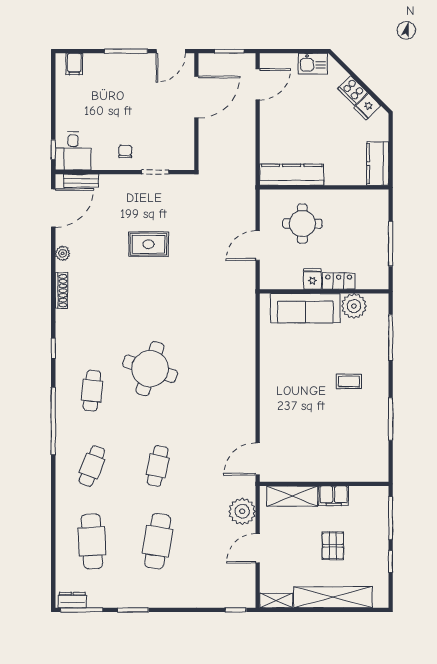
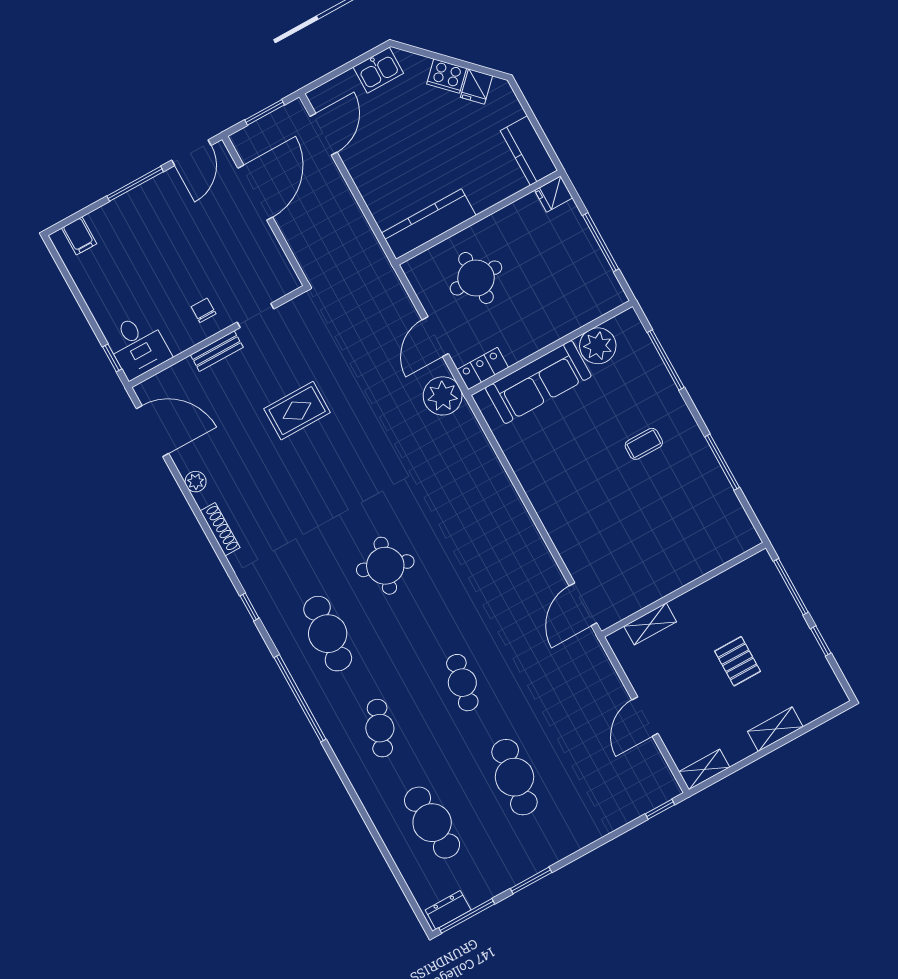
bench: (81, 181) -> (217, 351), moved
door: (53, 208) -> (152, 431), hinge flipped
fridge: (312, 279) -> (554, 194), moved, turned -90
locker: (339, 281) -> (483, 369), moved
round table: (150, 369) -> (385, 566), width x0.73, depth x0.73
cafe table: (92, 391) -> (328, 634), width x1.37, depth x1.35
shelving: (292, 496) -> (650, 624), width x0.67, depth x0.75
filing cabinet: (334, 496) -> (704, 598), removed
plant: (242, 511) -> (443, 396), moved
shelving: (333, 597) -> (775, 729), width x0.45, depth x0.75

